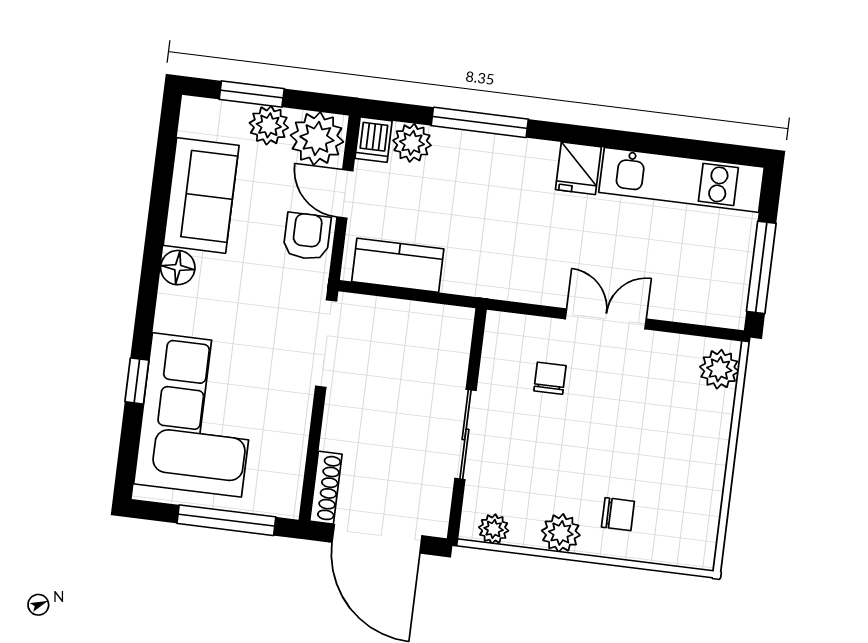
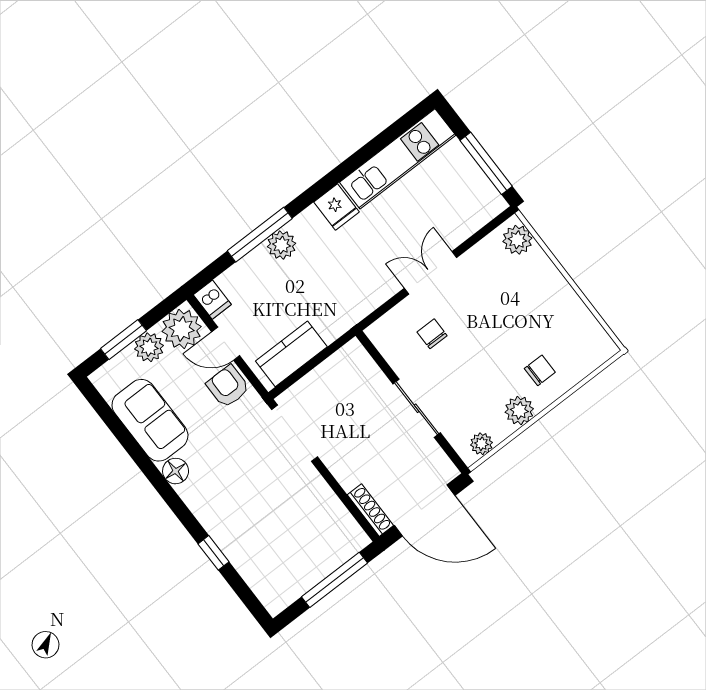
plant: (412, 143) -> (282, 245), moved
corner sofa: (197, 415) -> (263, 539), removed

